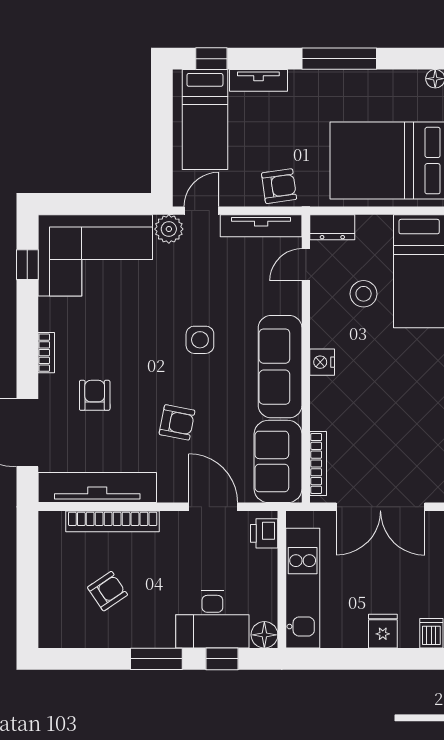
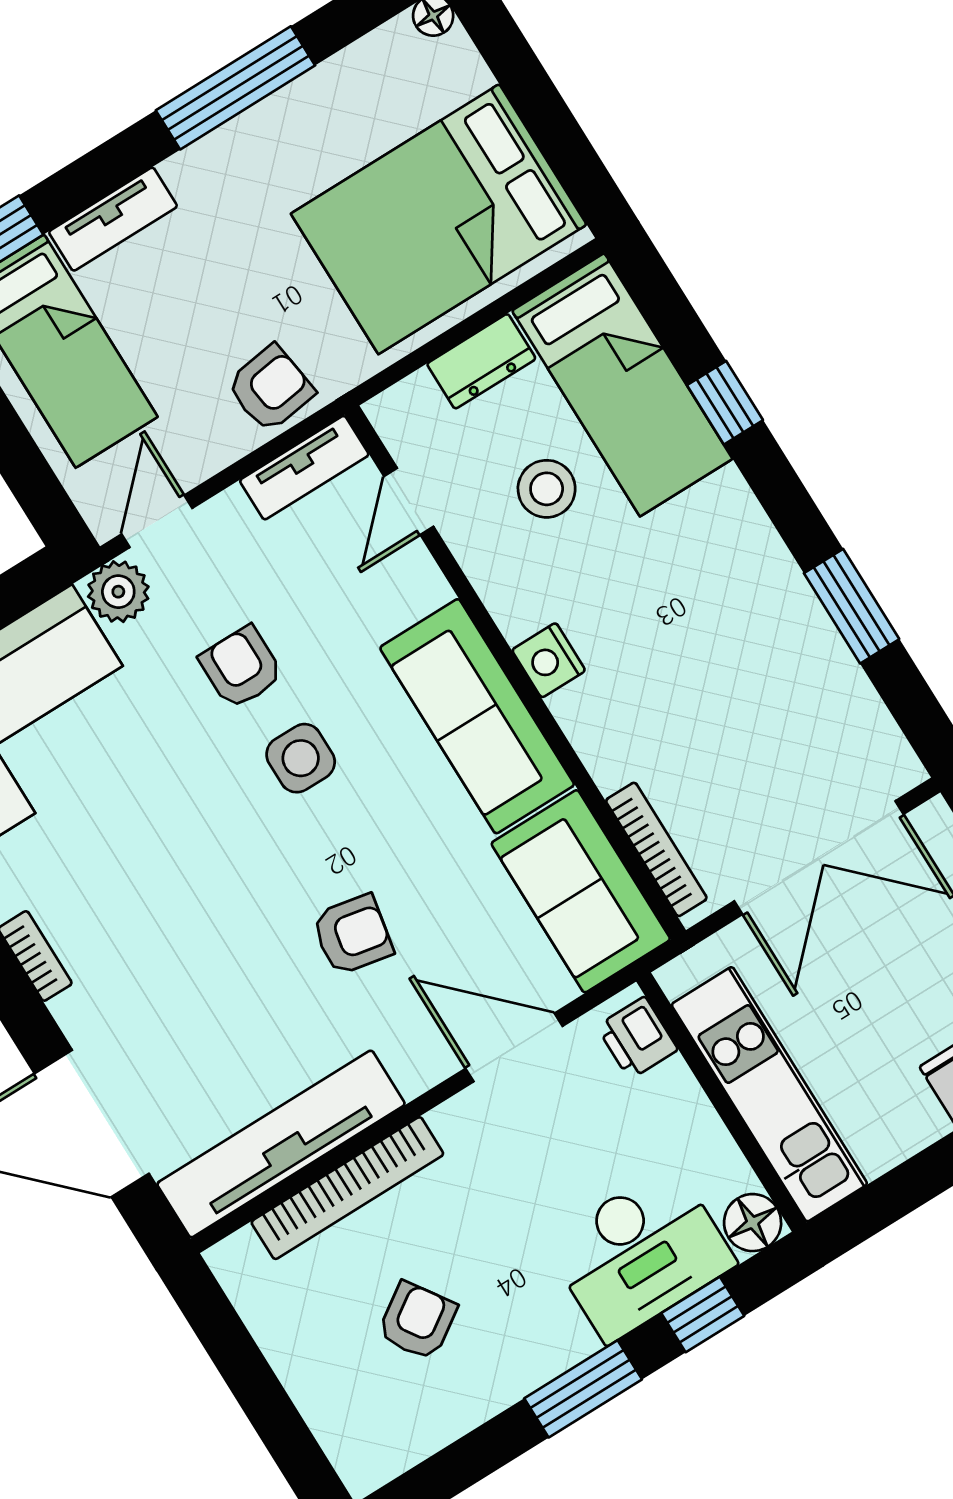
tv unit: (261, 226) -> (304, 468), width x0.71
dresser: (332, 227) -> (481, 361), moved
armchair: (95, 395) -> (241, 667), moved

